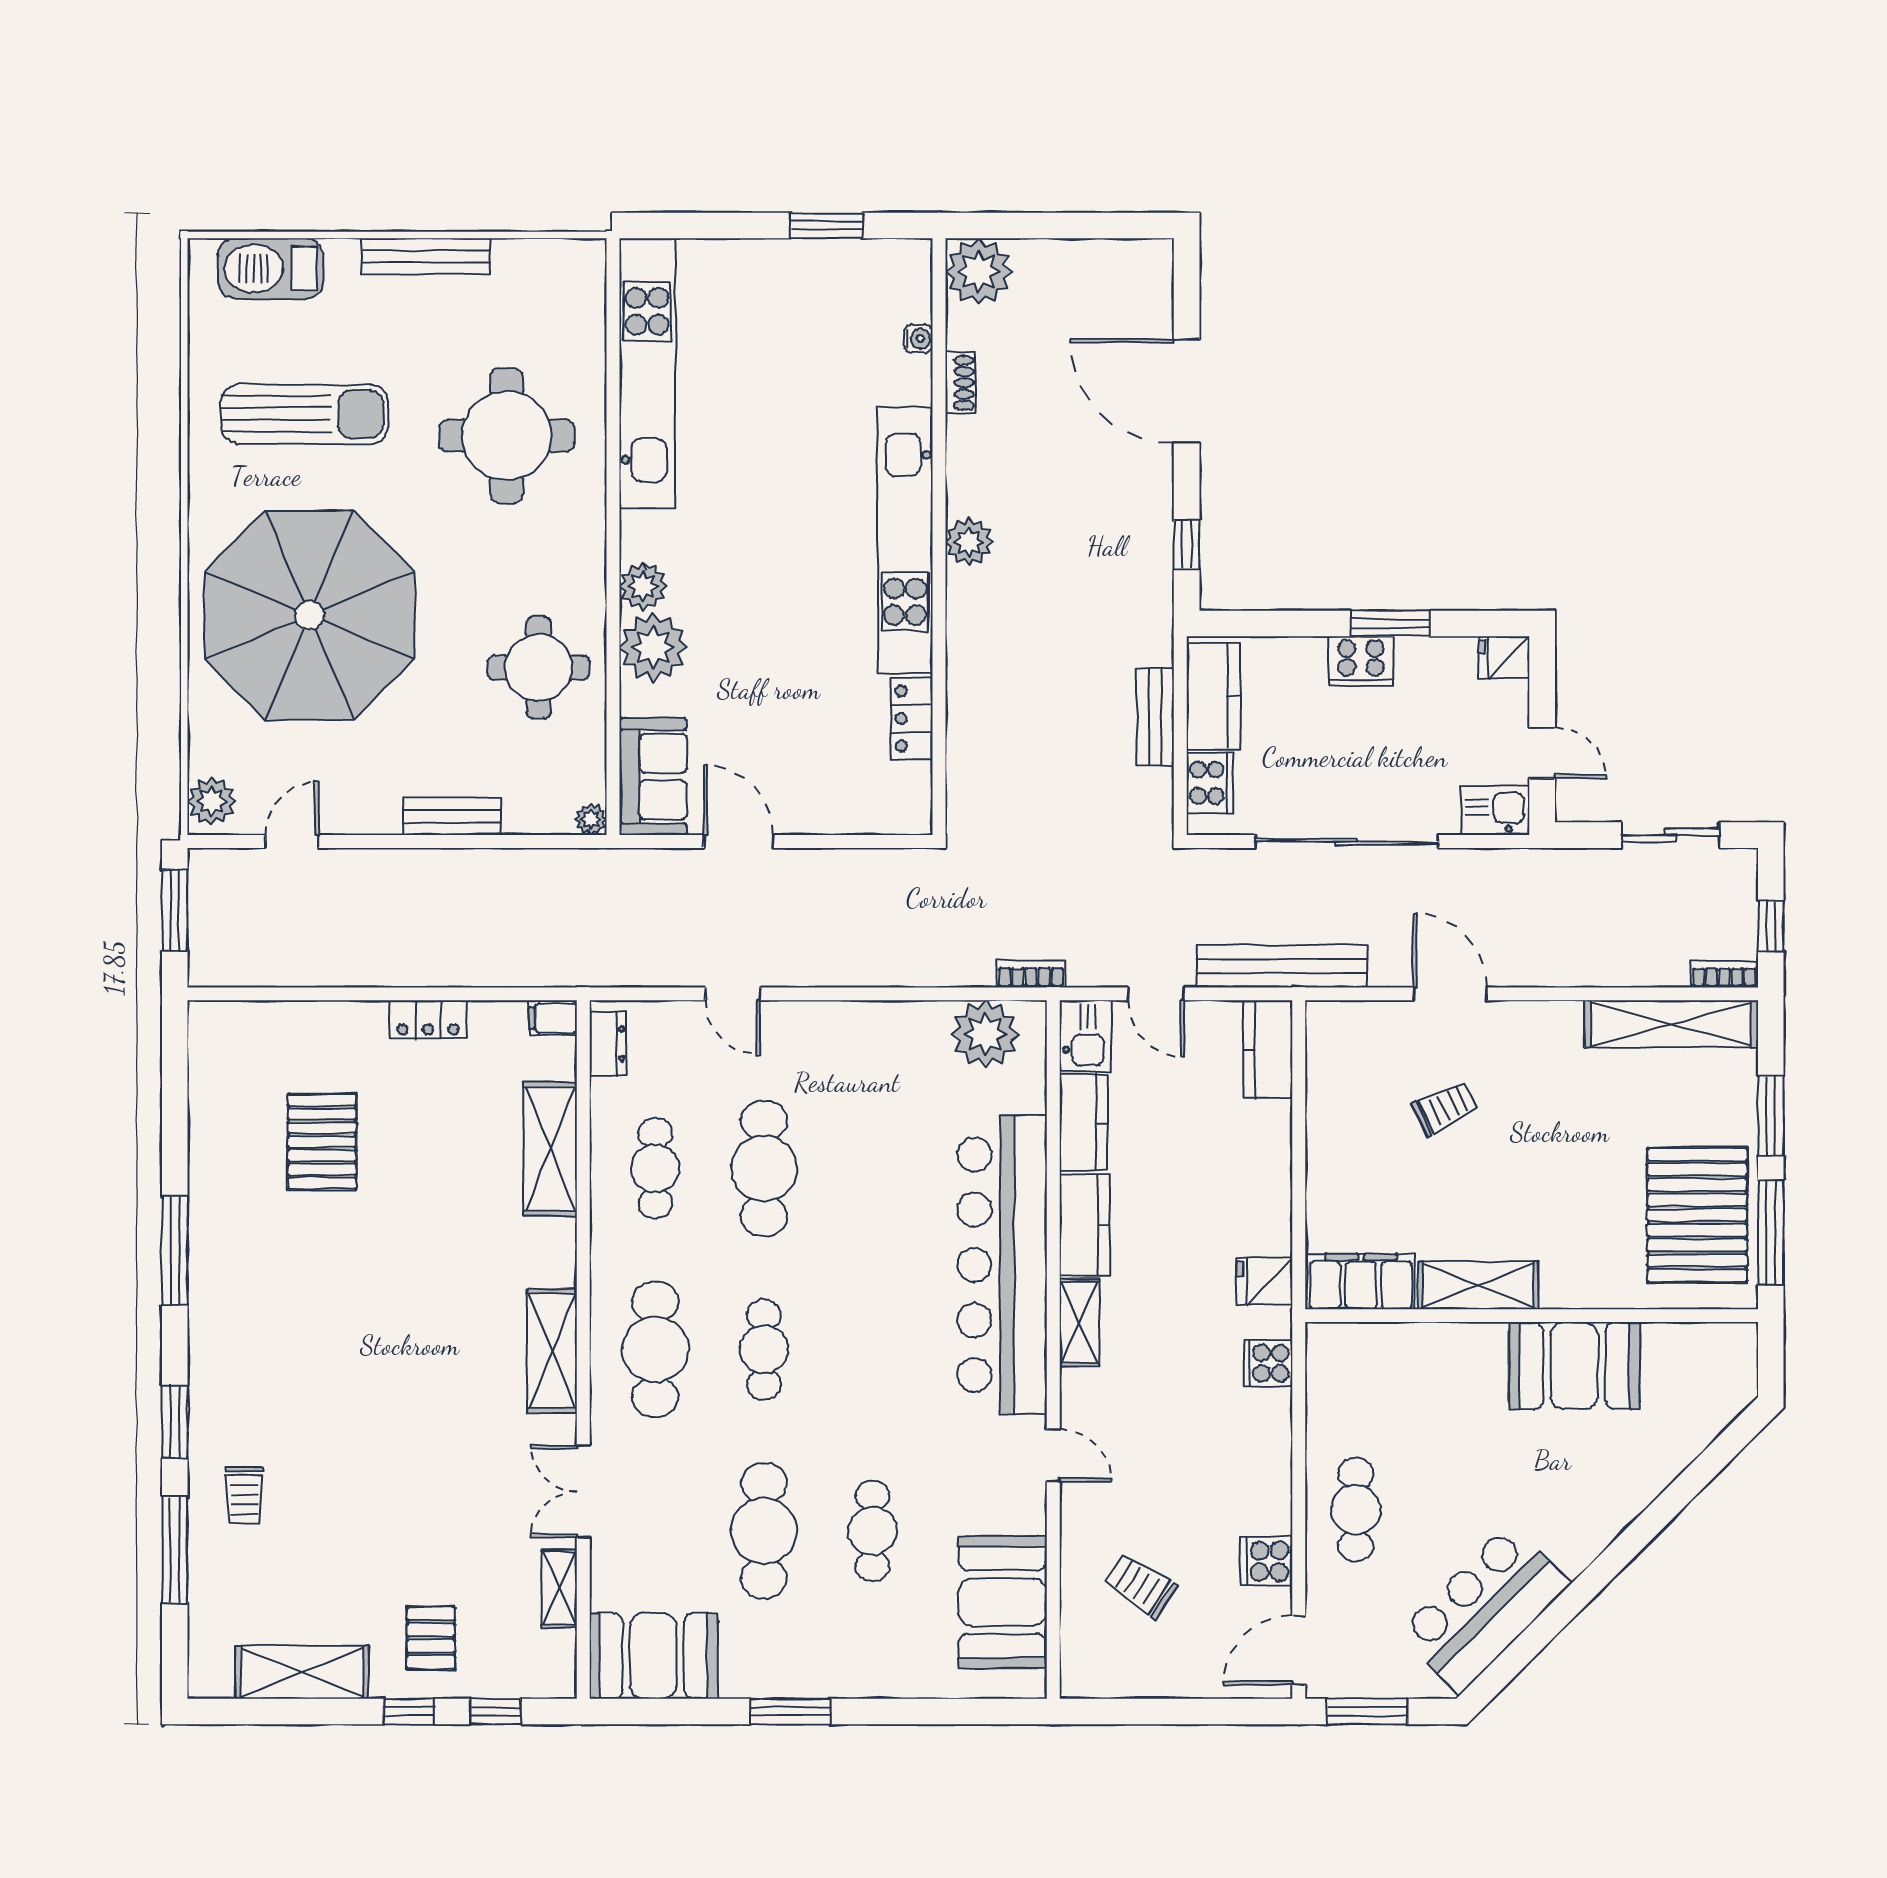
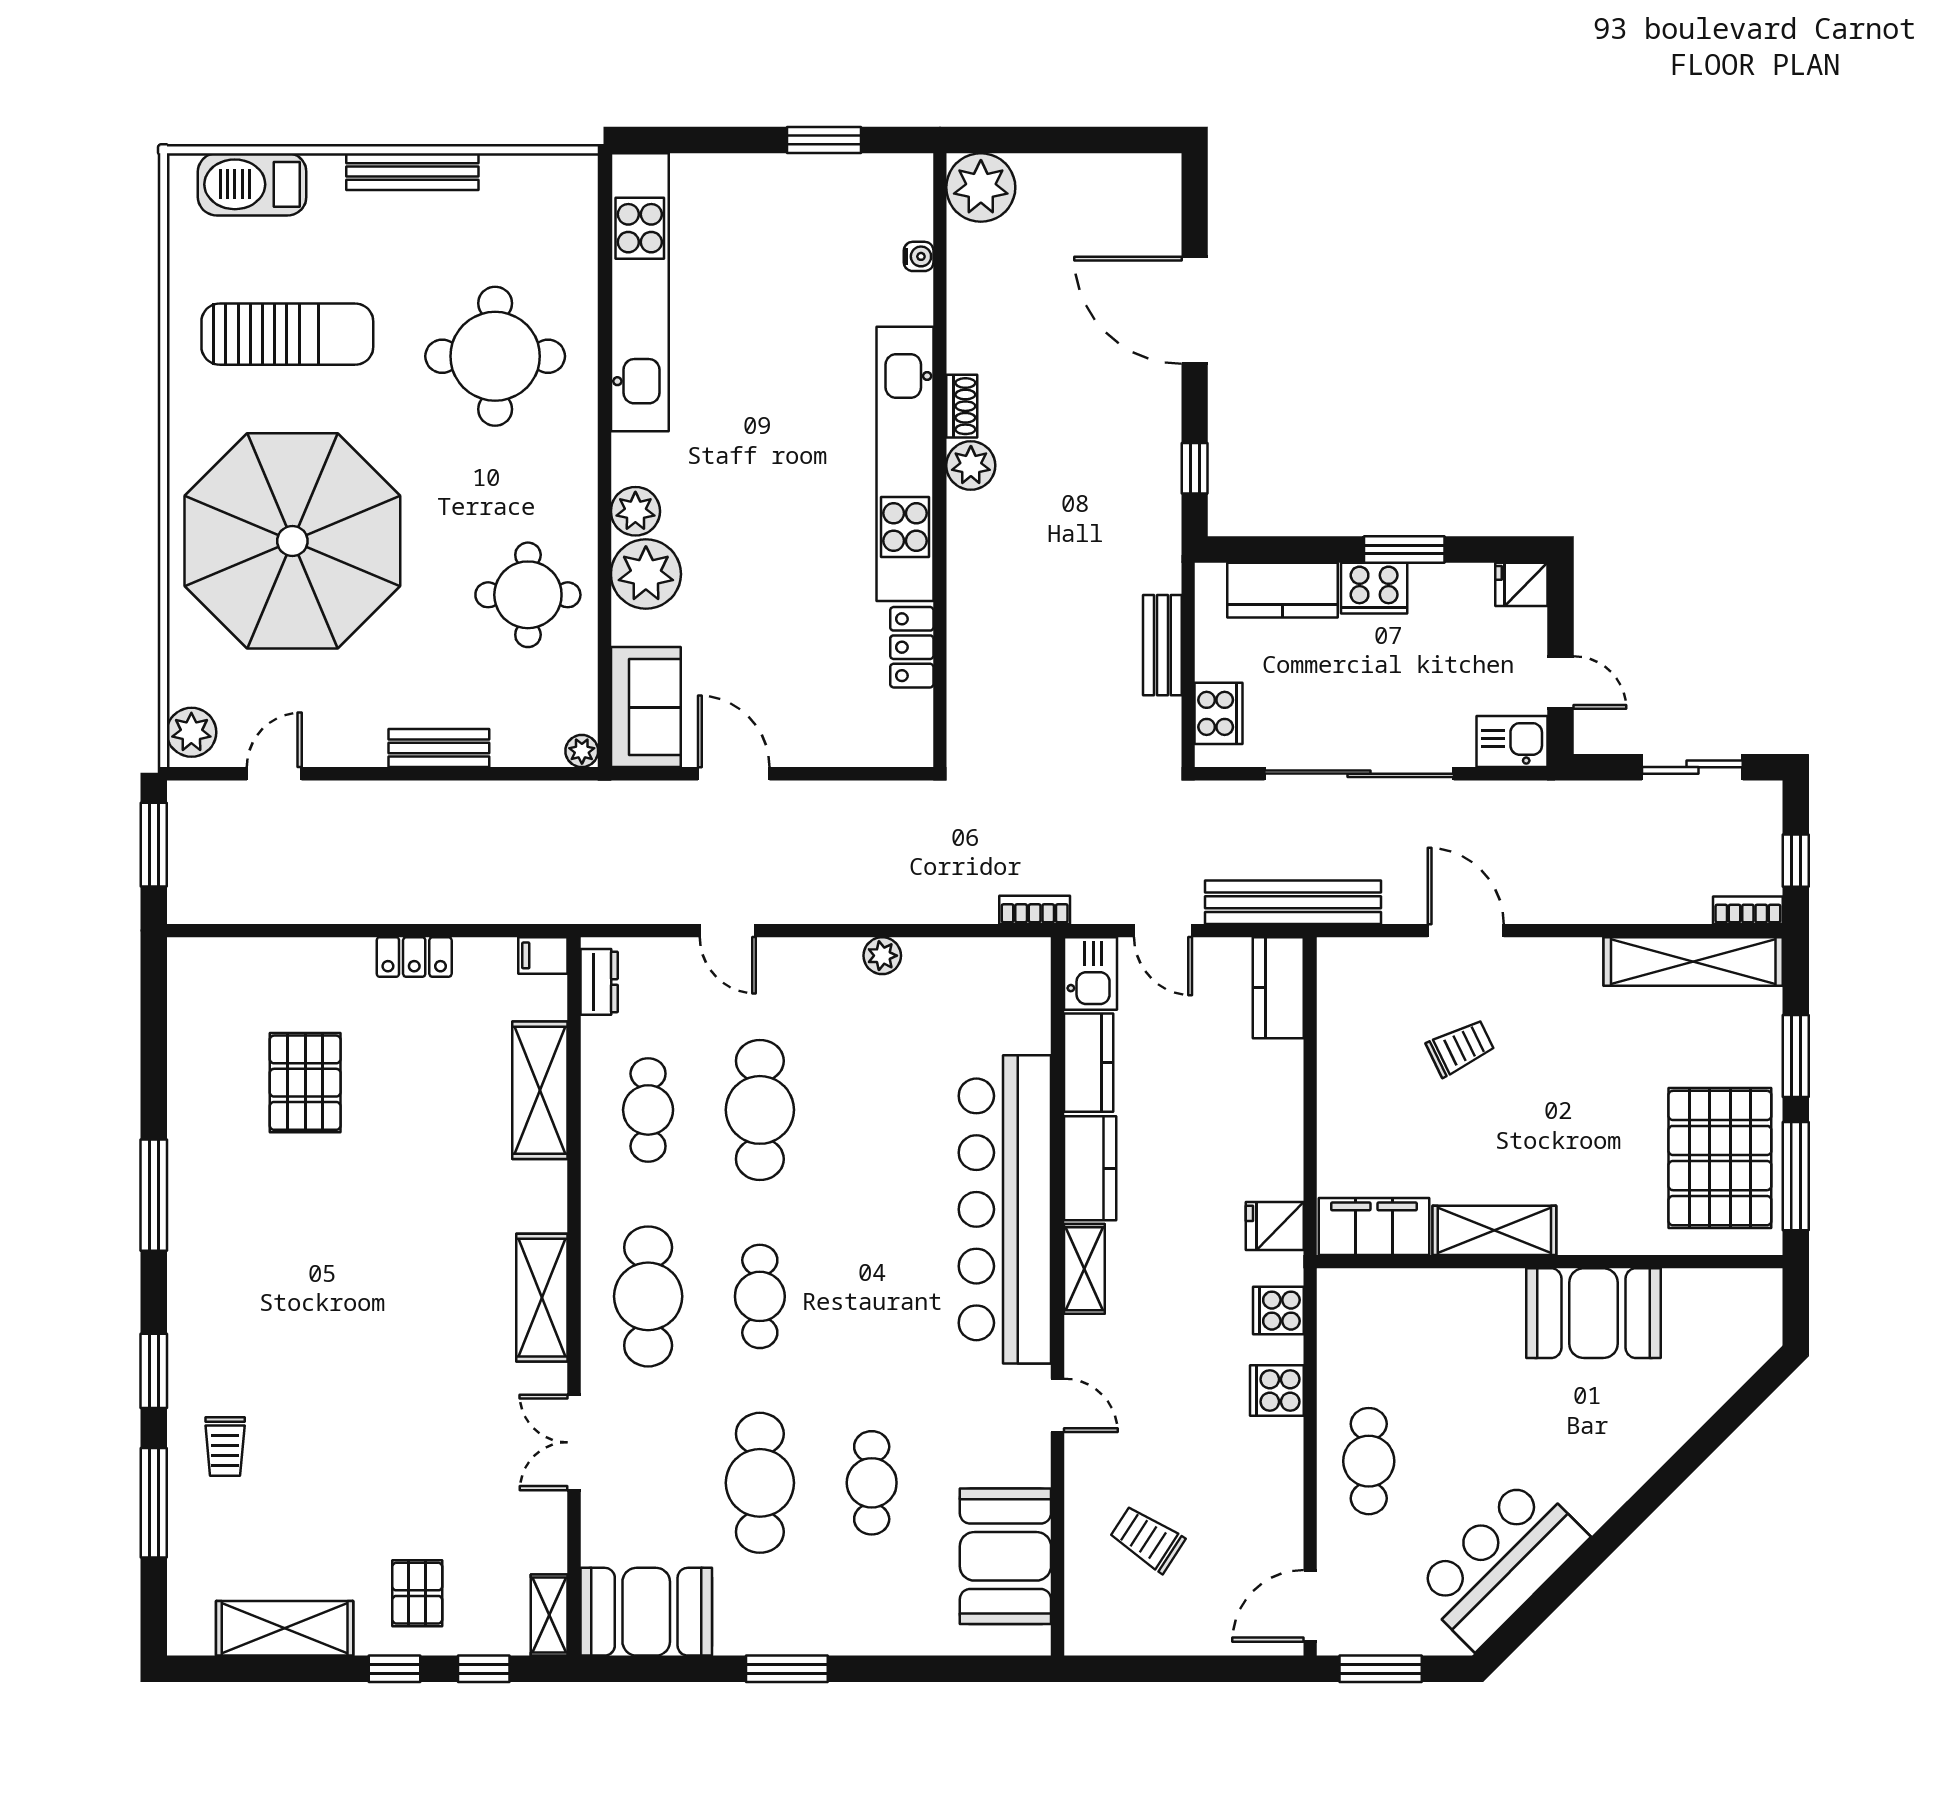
shoe rack: (960, 383) -> (962, 406), moved
kitchen counter: (1213, 696) -> (1282, 590), moved, turned 90
plant: (985, 1034) -> (882, 956), moved, width x0.53, depth x0.53
cooker: (1266, 1561) -> (1277, 1391), moved
shelving: (559, 1588) -> (549, 1615), moved

